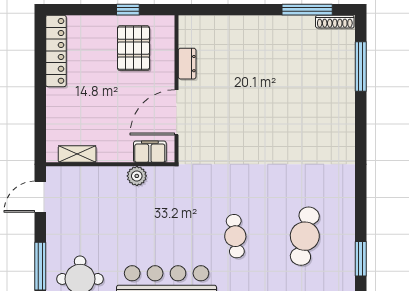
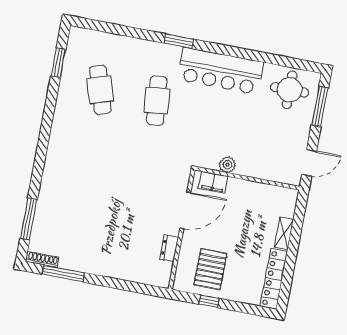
shelving: (77, 154) -> (284, 234), moved, turned 90
cafe table: (235, 236) -> (157, 101), width x1.37, depth x1.35
cafe table: (305, 236) -> (100, 90), turned -30

